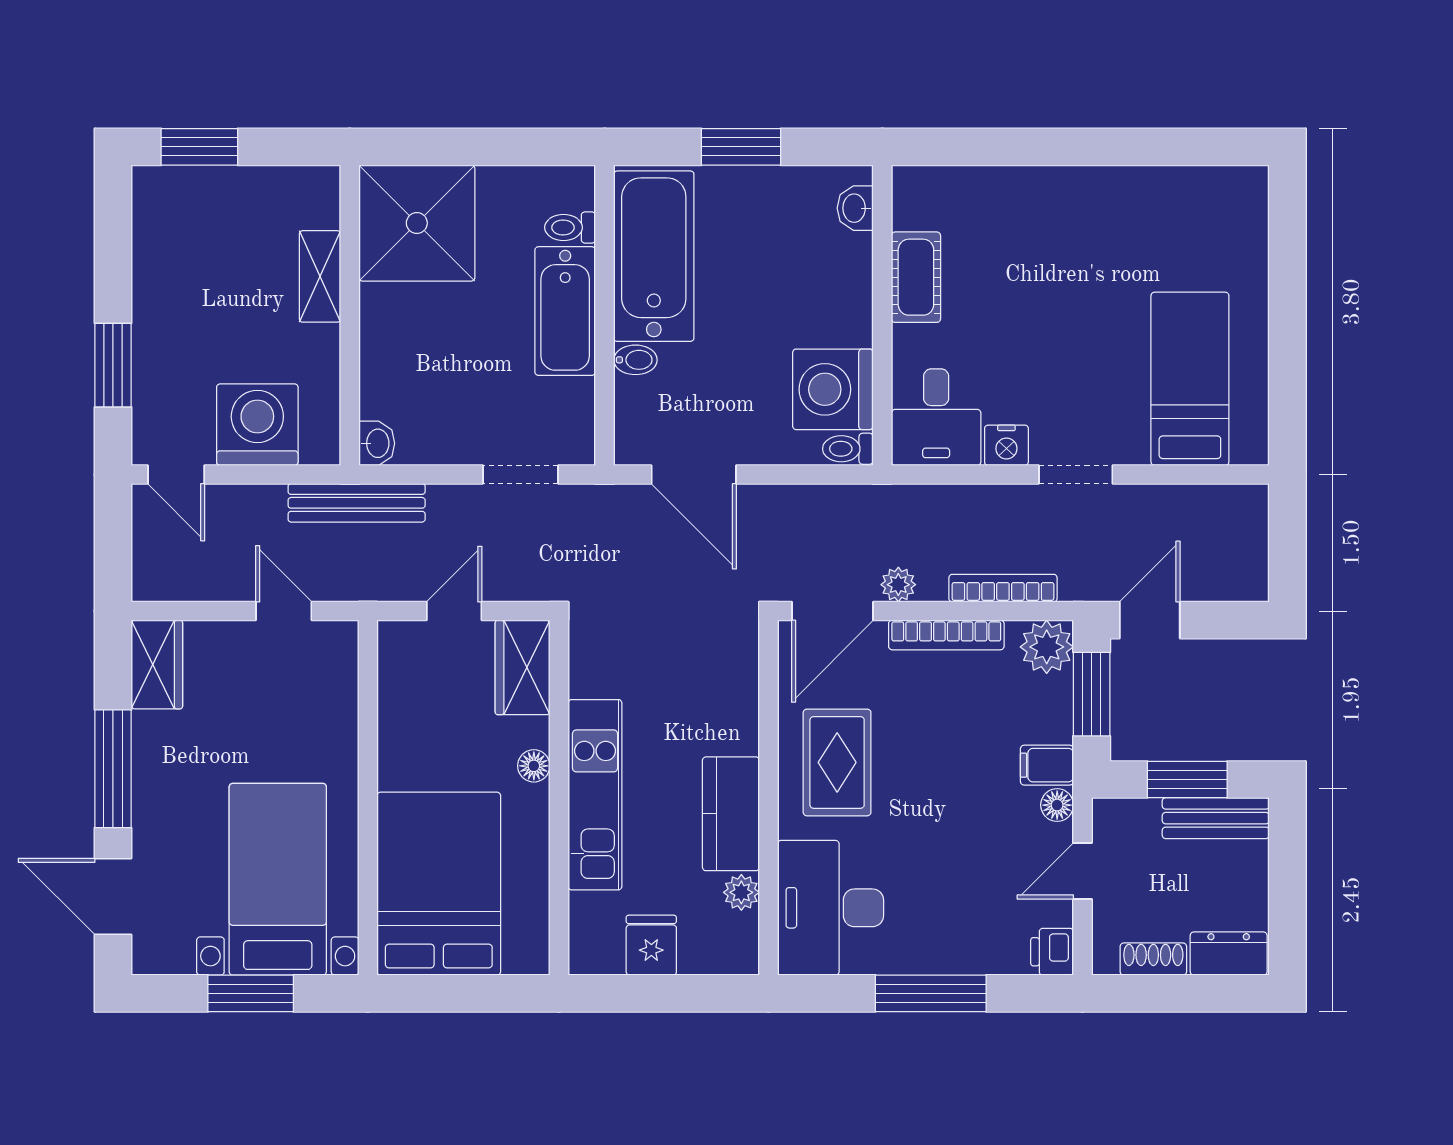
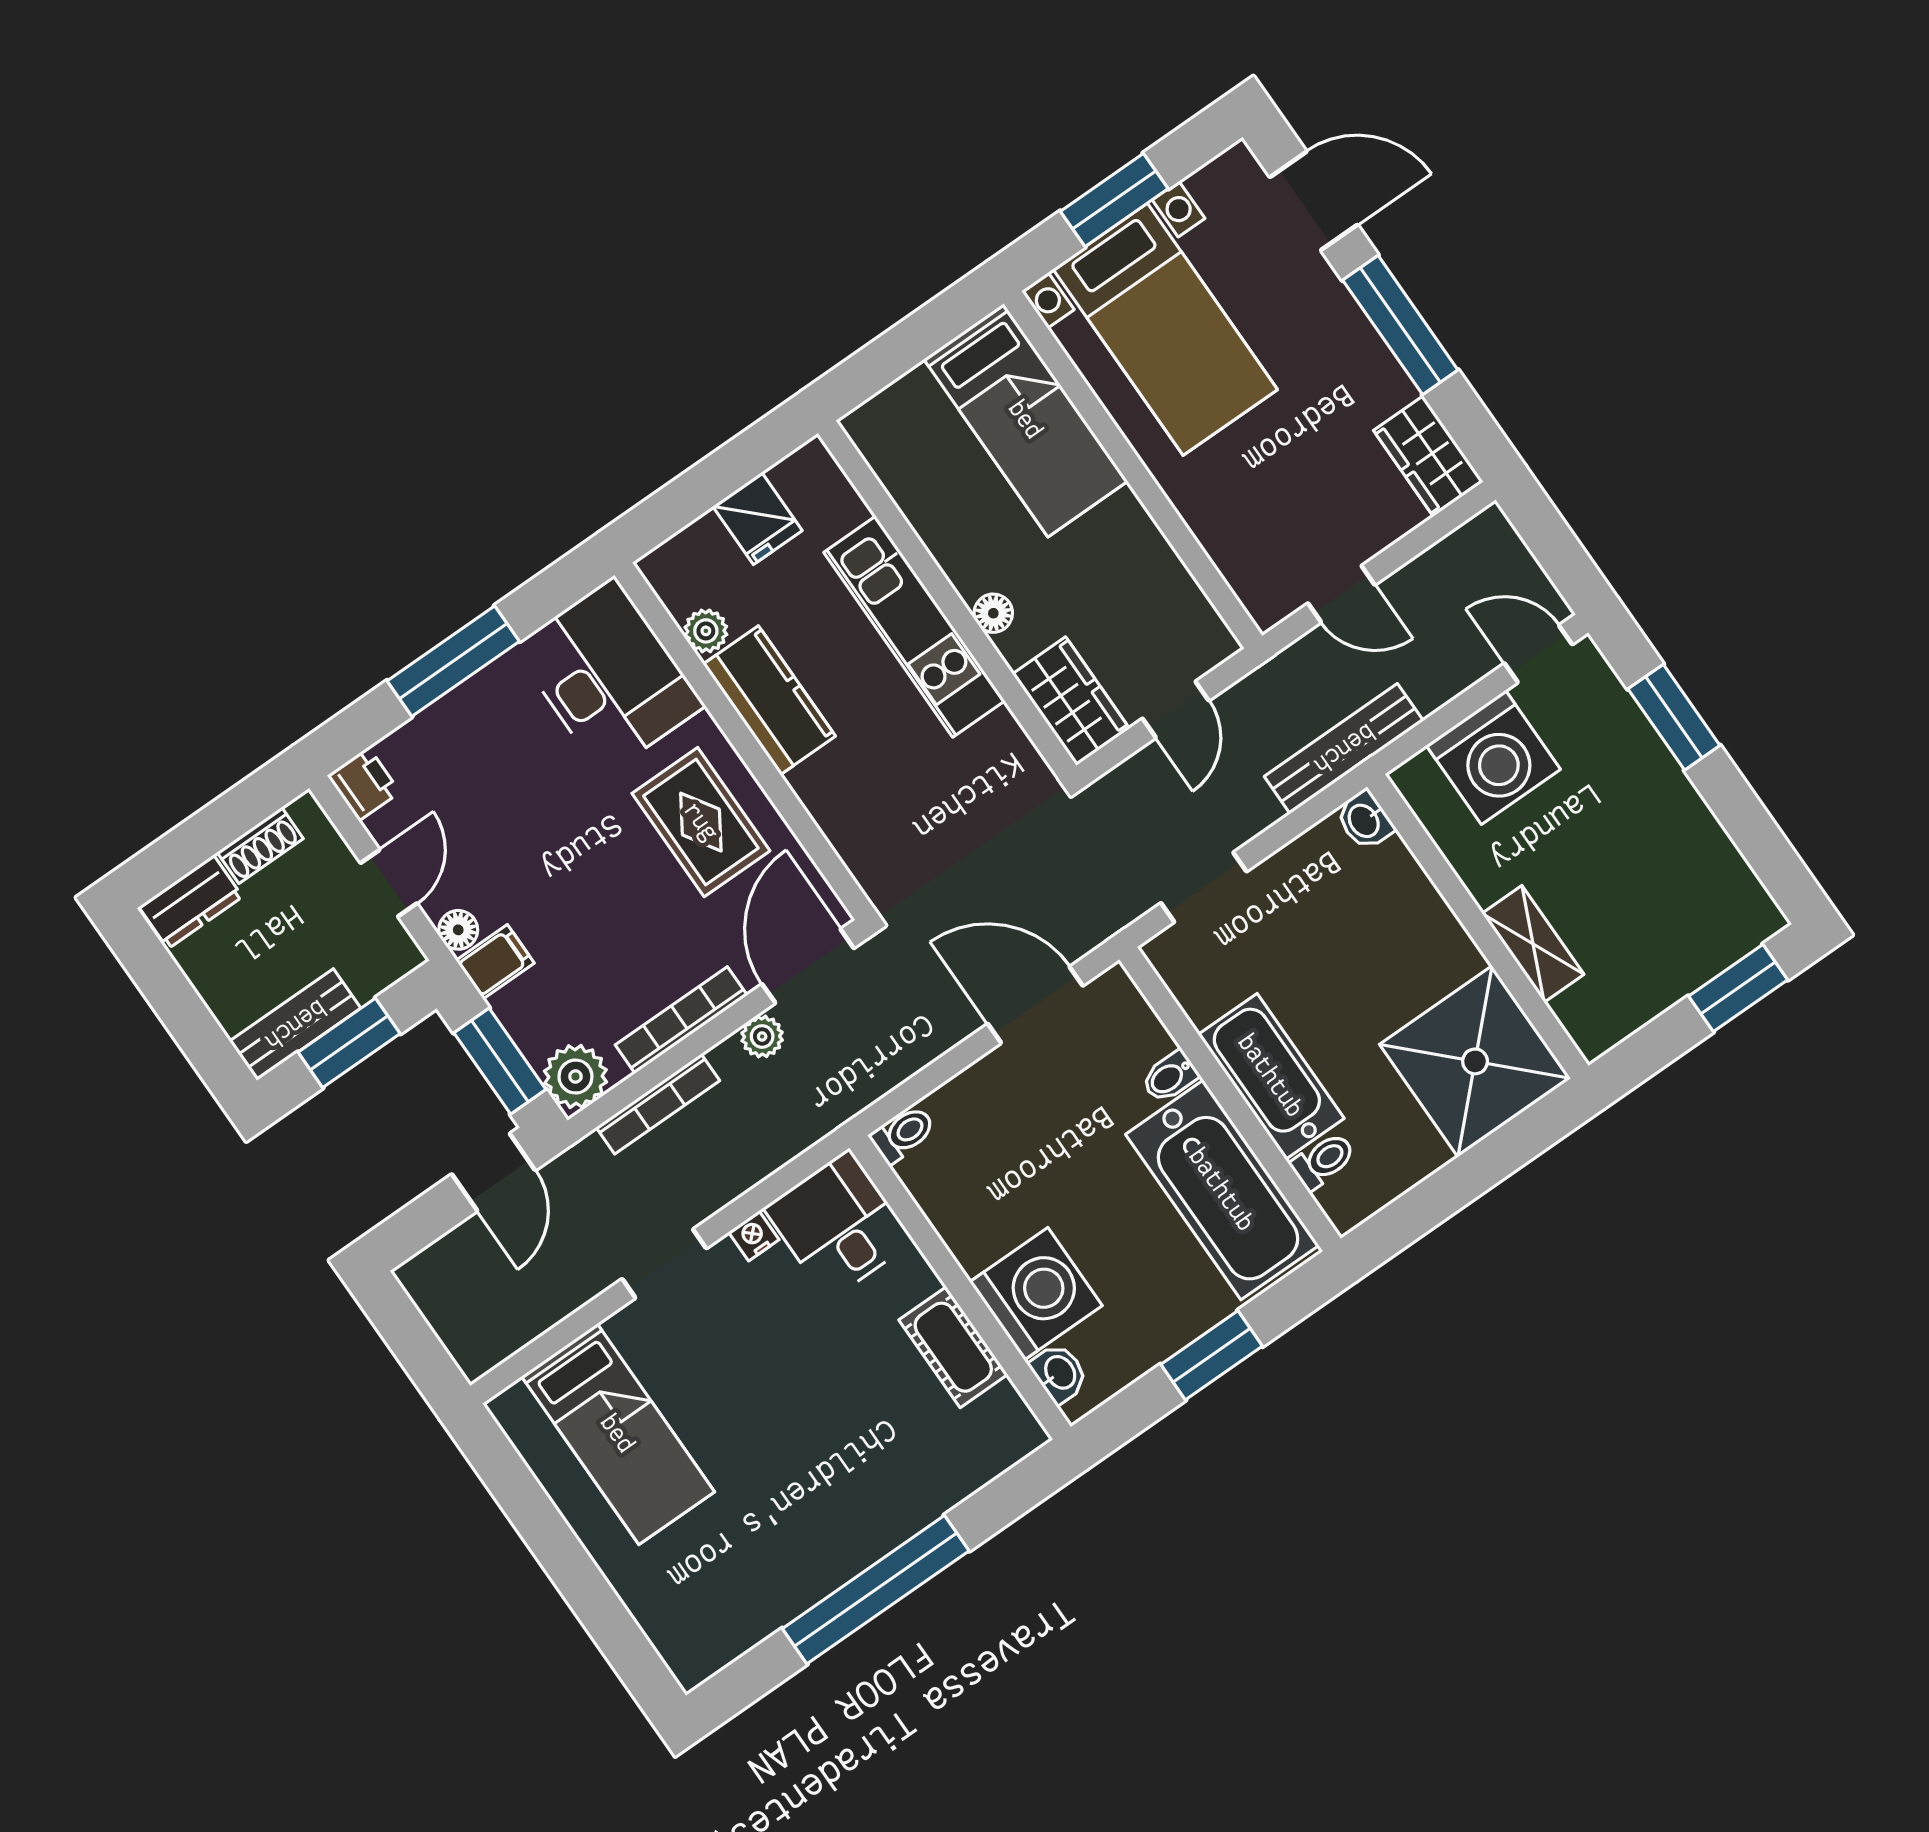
window: (1087, 147) -> (876, 1590), added
washing machine: (833, 389) -> (1036, 1294), moved
nightstand: (1006, 445) -> (754, 1236), width x0.72, depth x0.74
bed: (439, 884) -> (1026, 420), width x0.67

